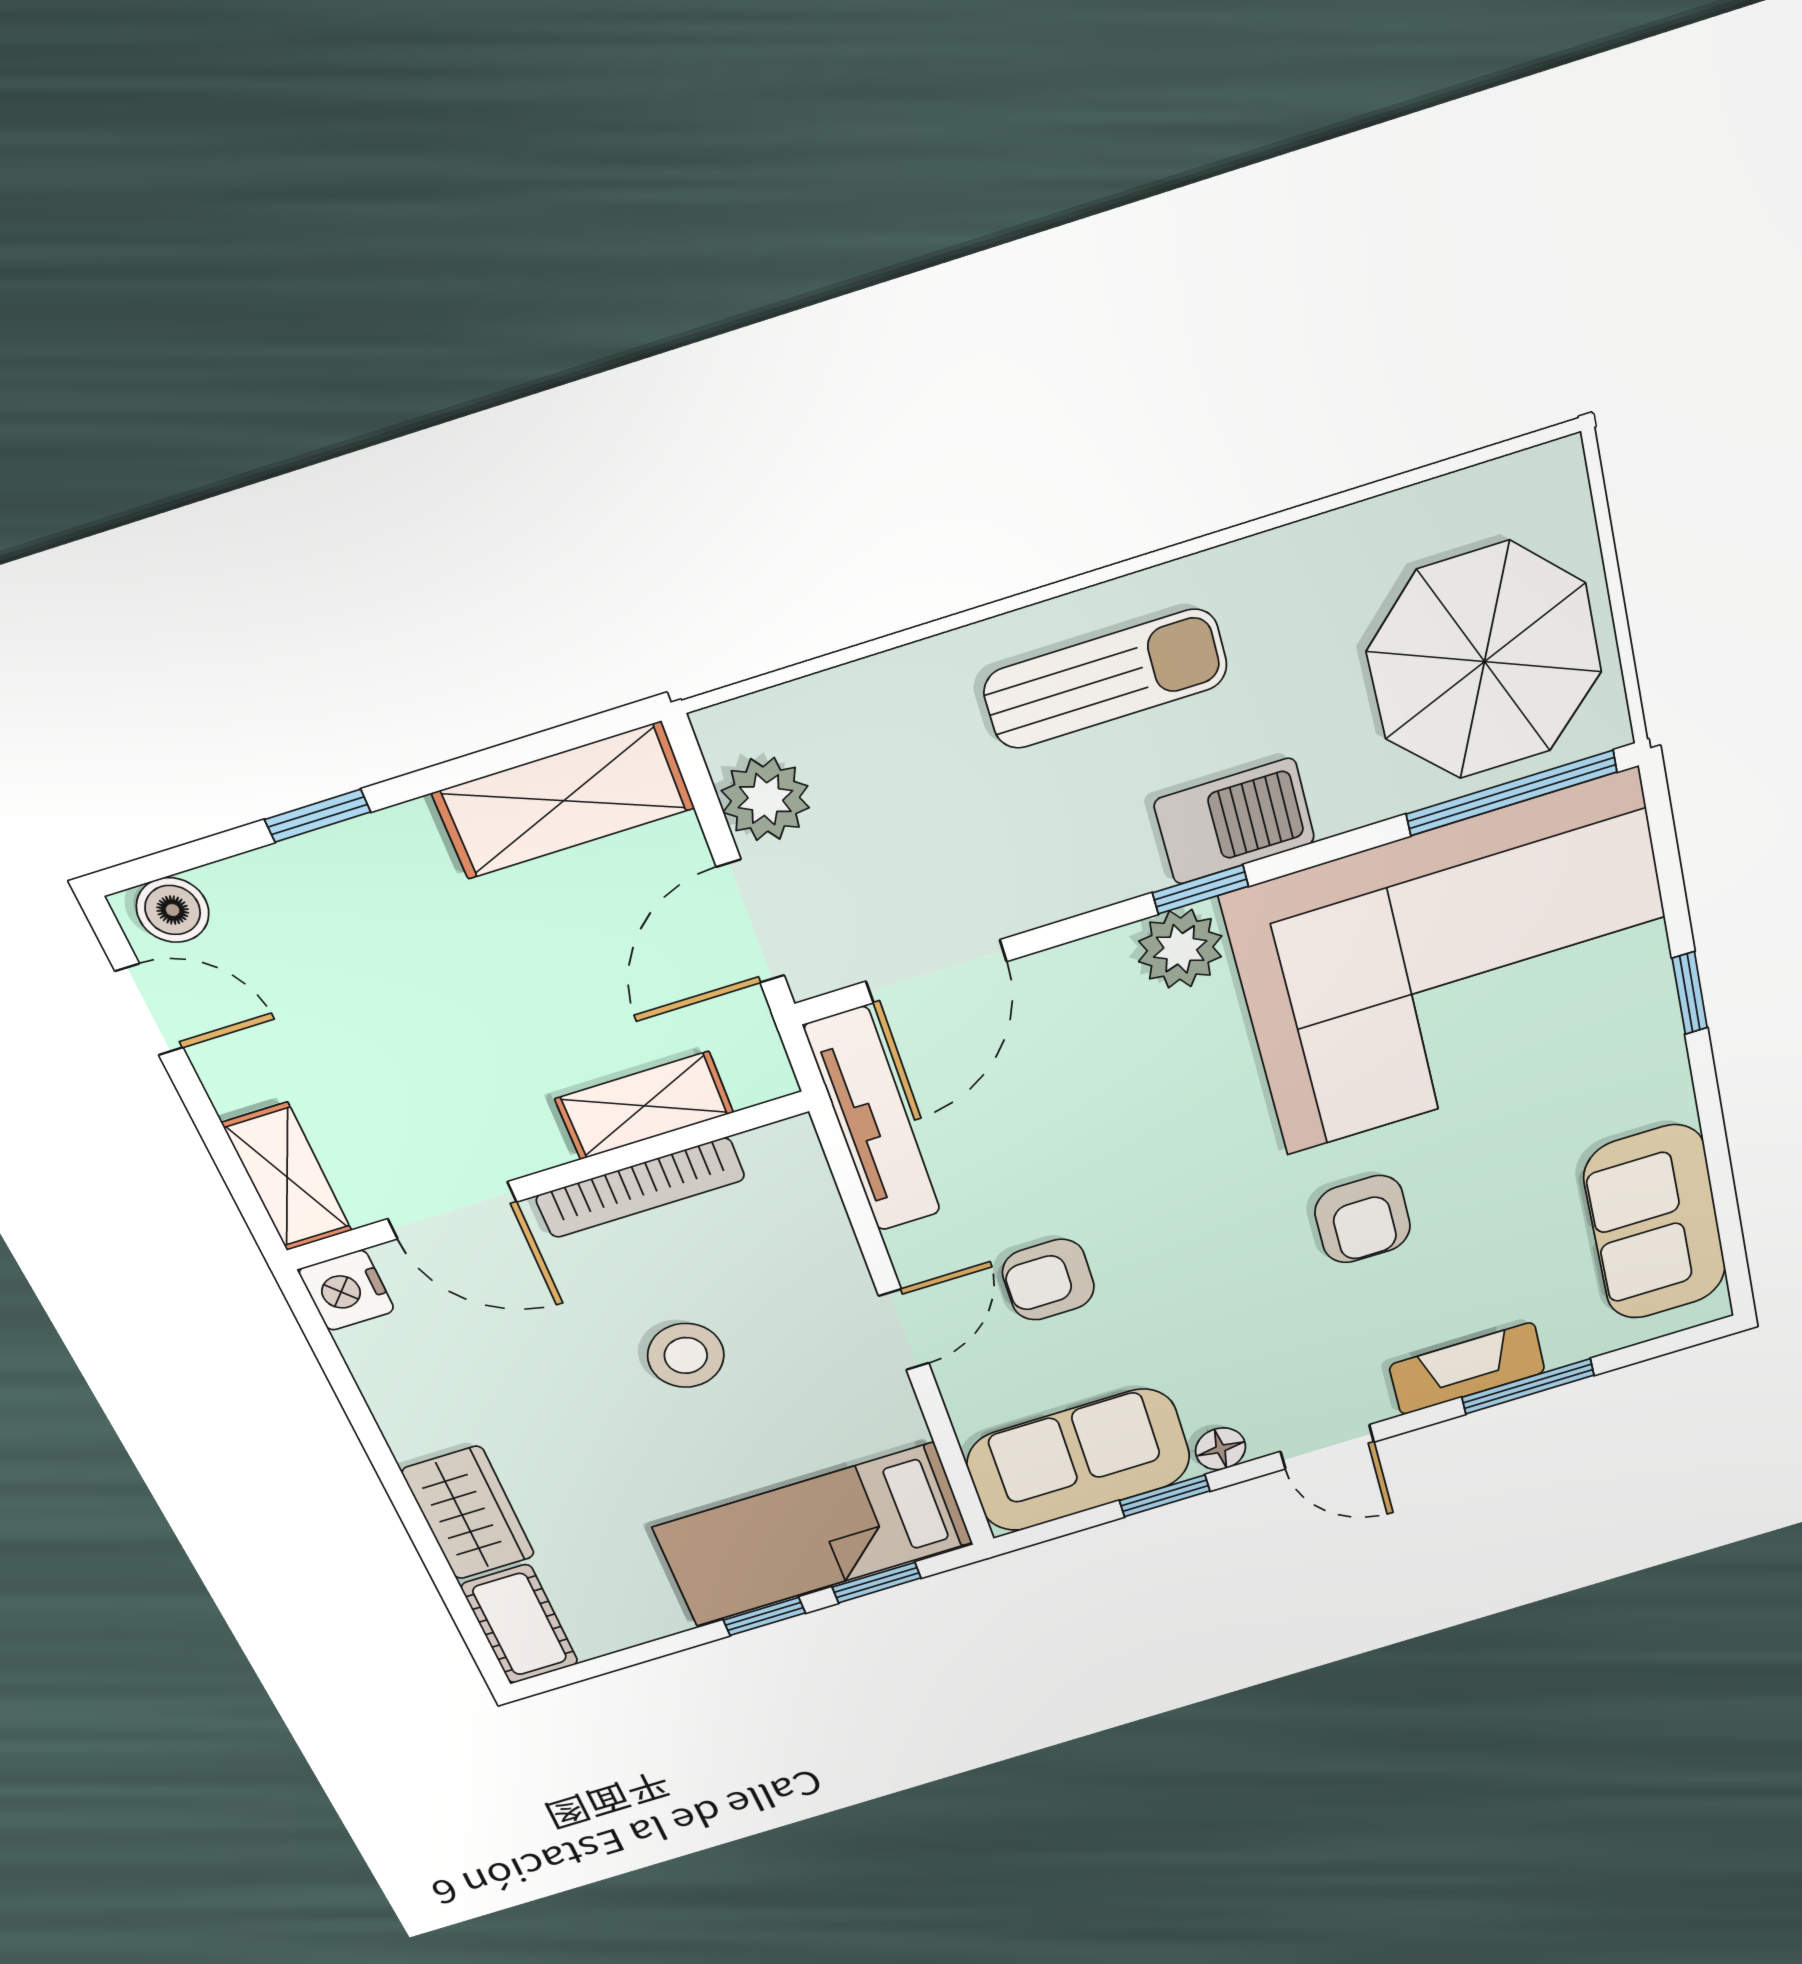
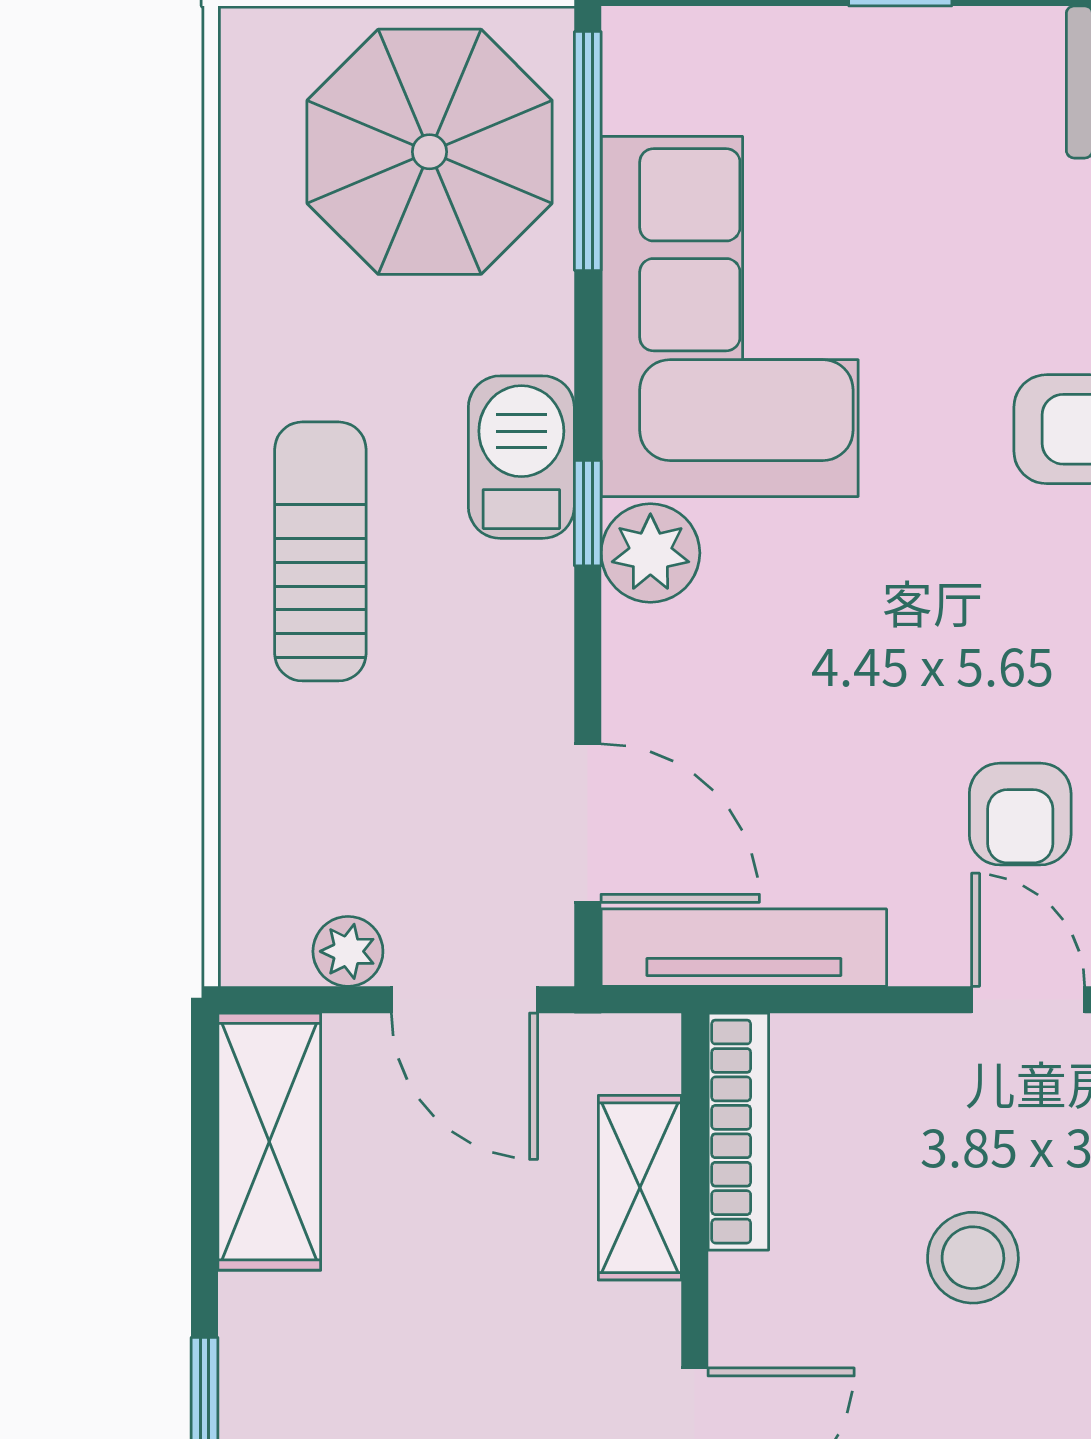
plant: (765, 799) -> (348, 951), width x0.73, depth x0.73
corner sofa: (1458, 966) -> (730, 316), width x0.73, depth x0.74
bookcase: (640, 1188) -> (738, 1132), moved

